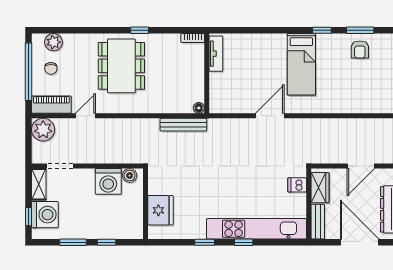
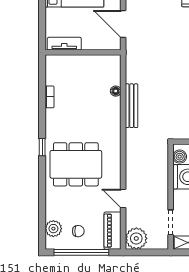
tv unit: (216, 54) -> (64, 44), moved
wall: (207, 73) -> (83, 52), moved

